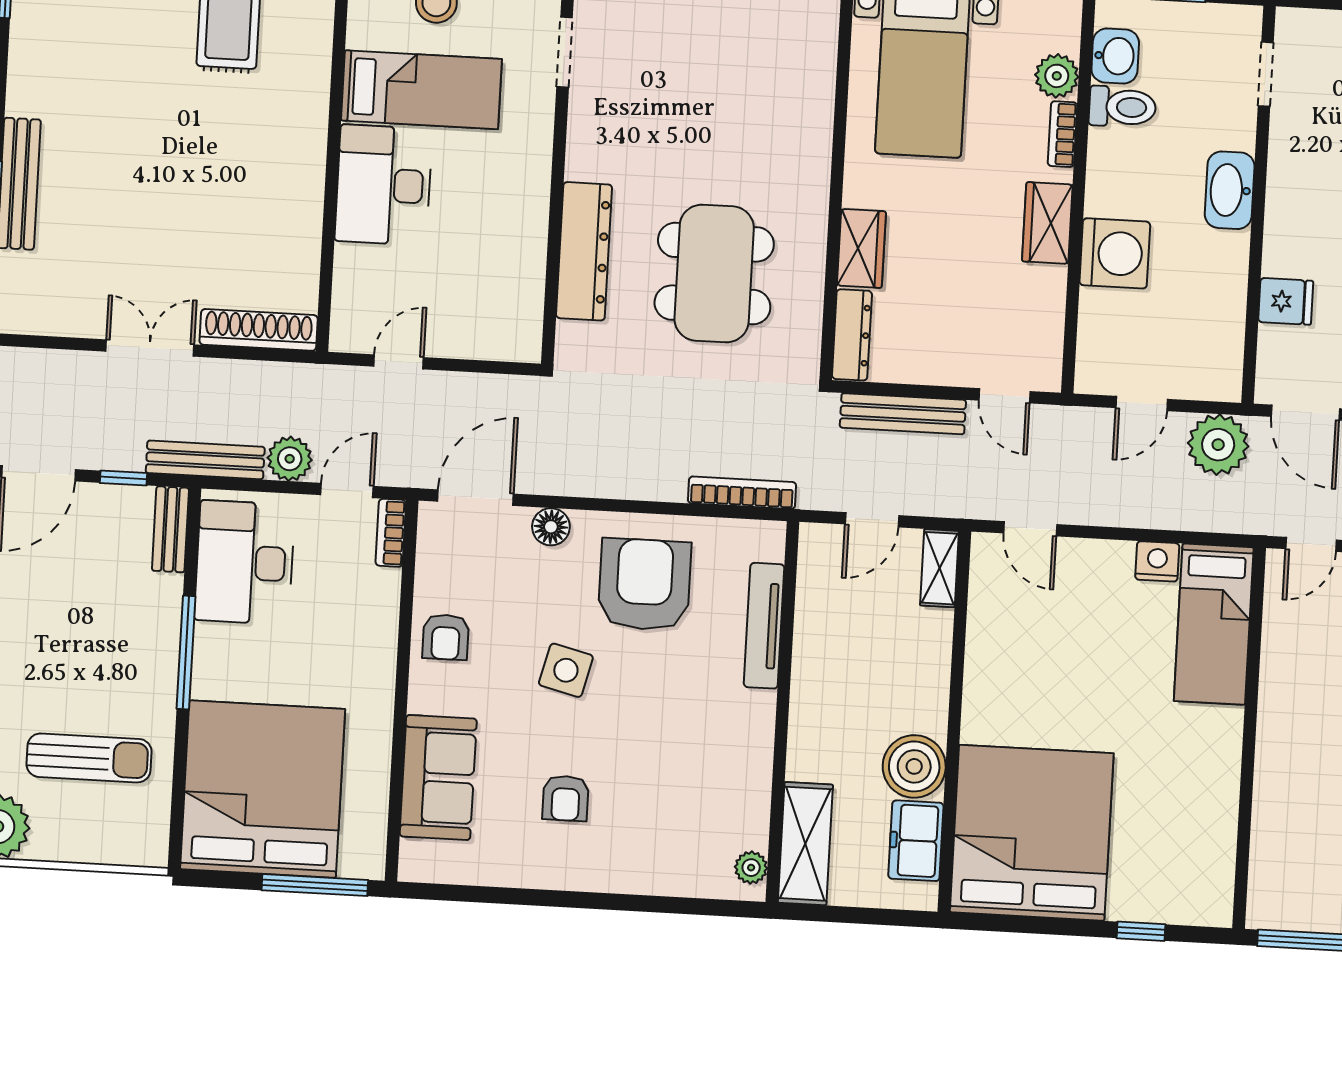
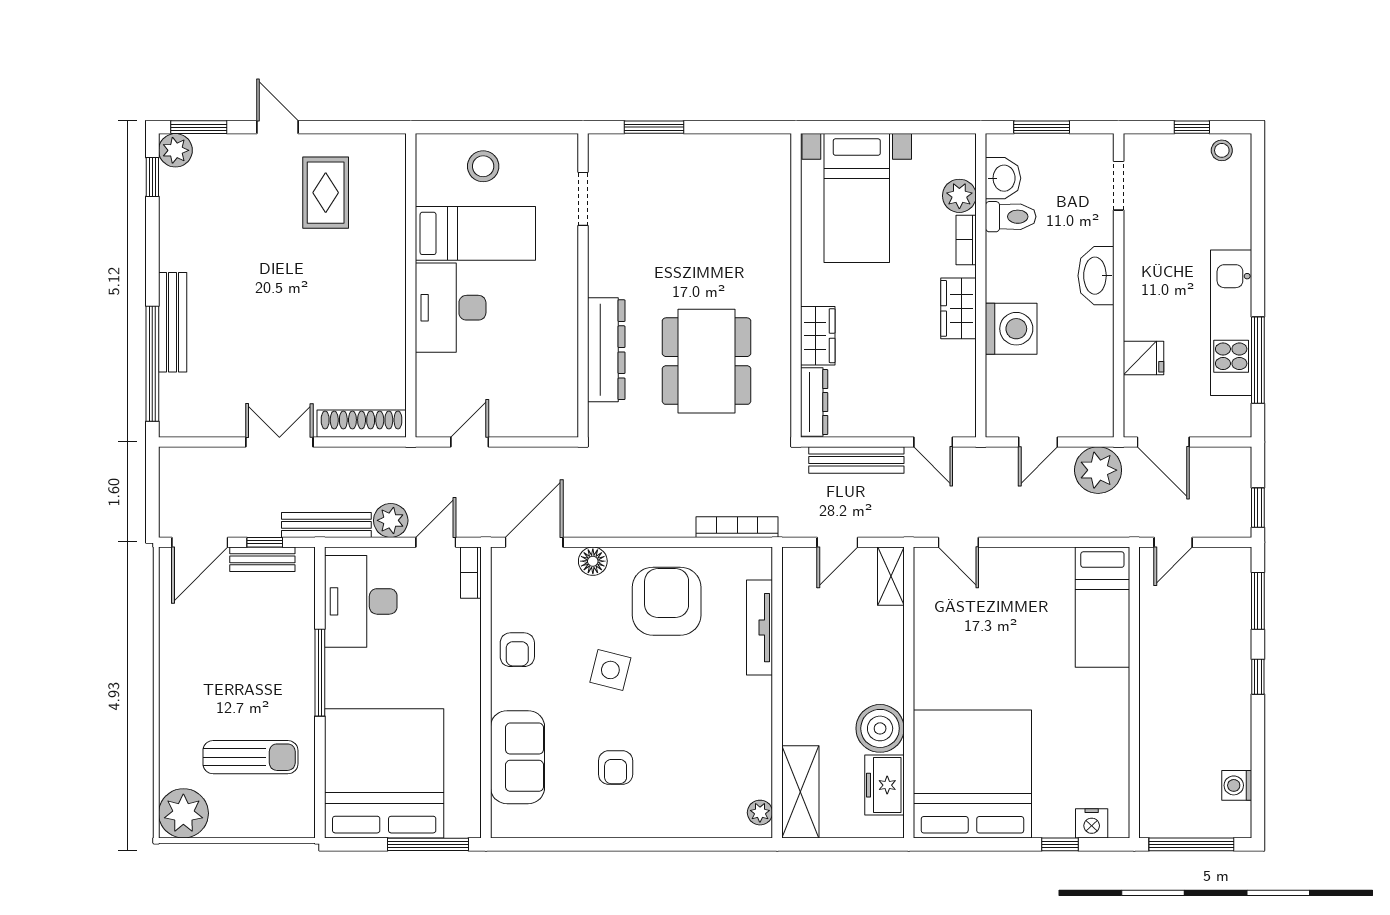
bench: (170, 529) -> (262, 559), moved, turned 90
nightstand: (1157, 561) -> (1092, 823), moved, turned 180

